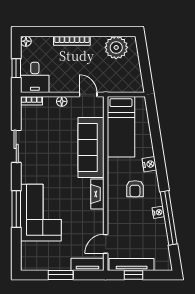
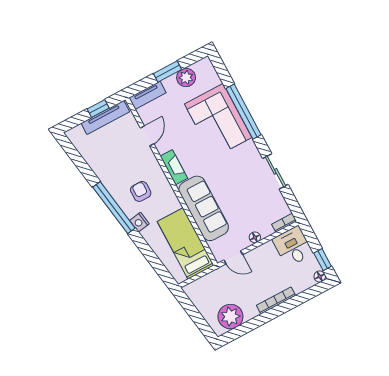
window: (16, 68) -> (323, 260), moved
window: (16, 209) -> (244, 112), width x1.46
nightstand: (158, 212) -> (107, 181), removed
window: (169, 218) -> (114, 208), moved
door: (106, 244) -> (147, 136), moved
plant: (48, 262) -> (186, 78), added

